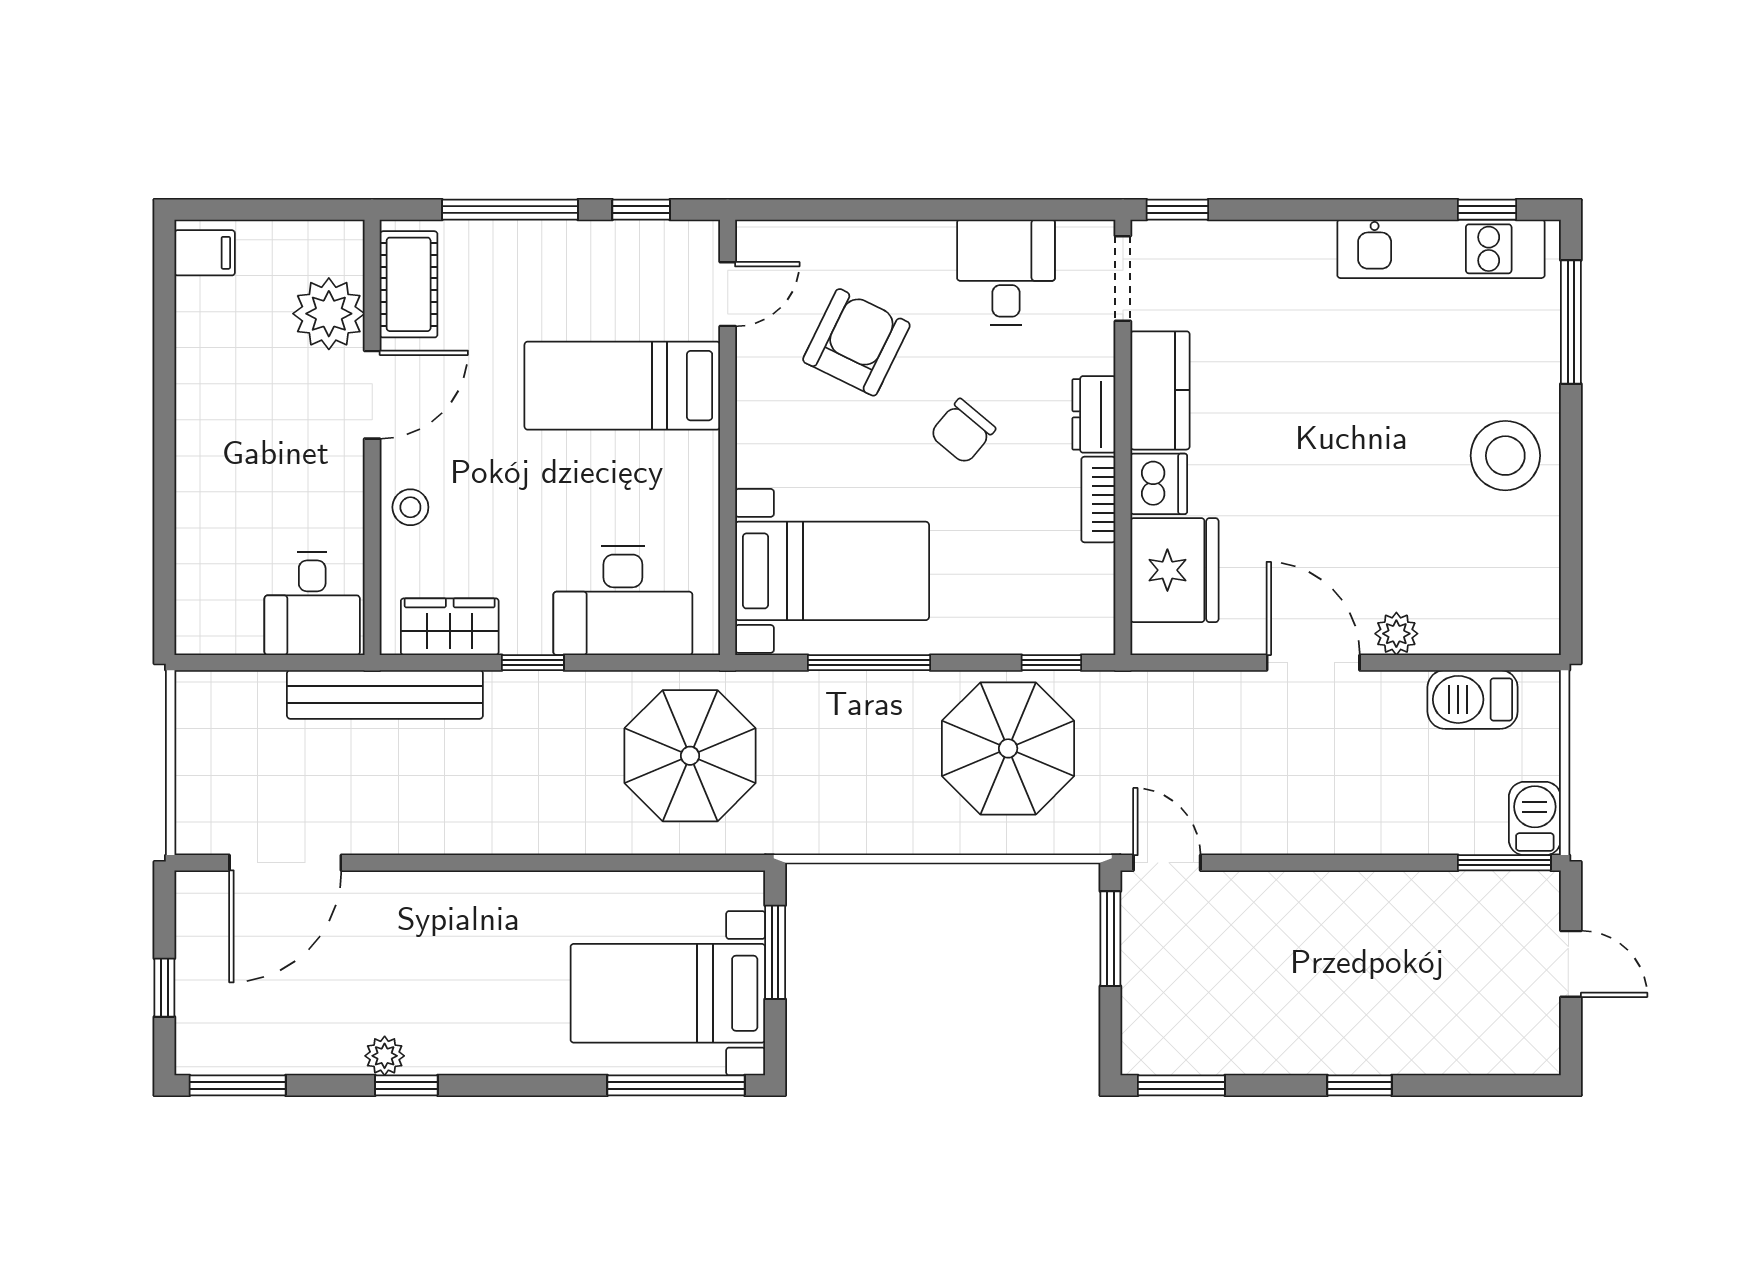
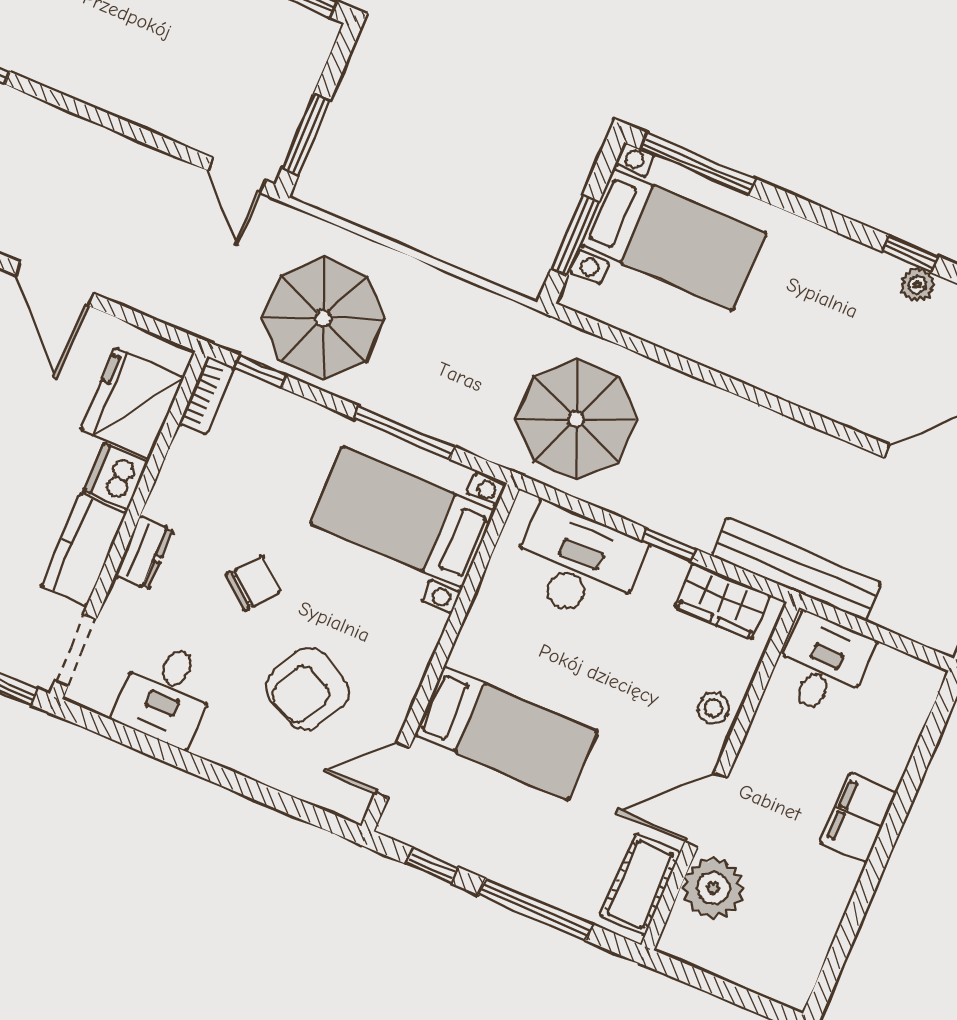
filing cabinet: (205, 253) -> (859, 817), moved, width x2.00
bookcase: (1098, 499) -> (207, 395), moved

